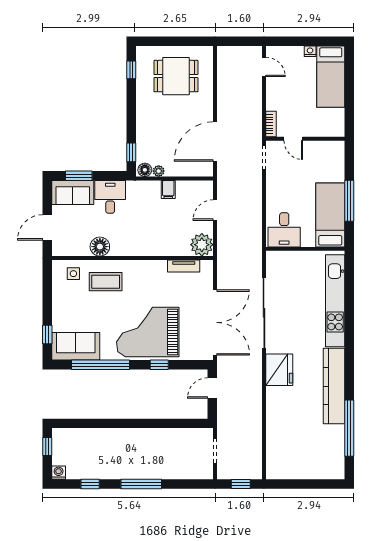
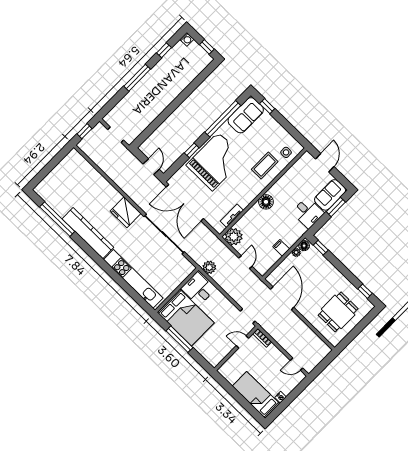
bed: (330, 215) -> (186, 318), width x1.50
plant: (253, 239) -> (209, 267), added
floor lamp: (100, 247) -> (266, 202), moved

